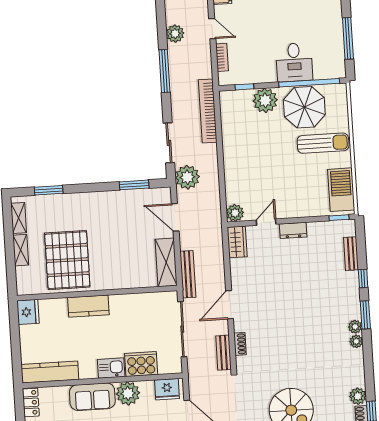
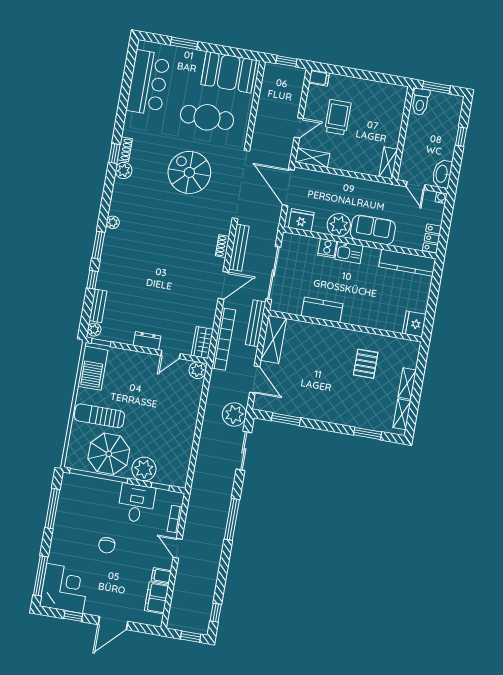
chair: (284, 15) -> (107, 545), added
plant: (175, 34) -> (213, 552), removed
desk: (294, 62) -> (136, 503), moved
bookcase: (208, 111) -> (224, 339), moved
pallet: (67, 260) -> (366, 364), width x0.49, depth x0.50
kitchen counter: (88, 306) -> (322, 310), moved
plant: (355, 327) -> (94, 330), moved
bench: (223, 353) -> (239, 248), width x1.36
cooker: (141, 364) -> (327, 248), width x0.53, depth x0.76

